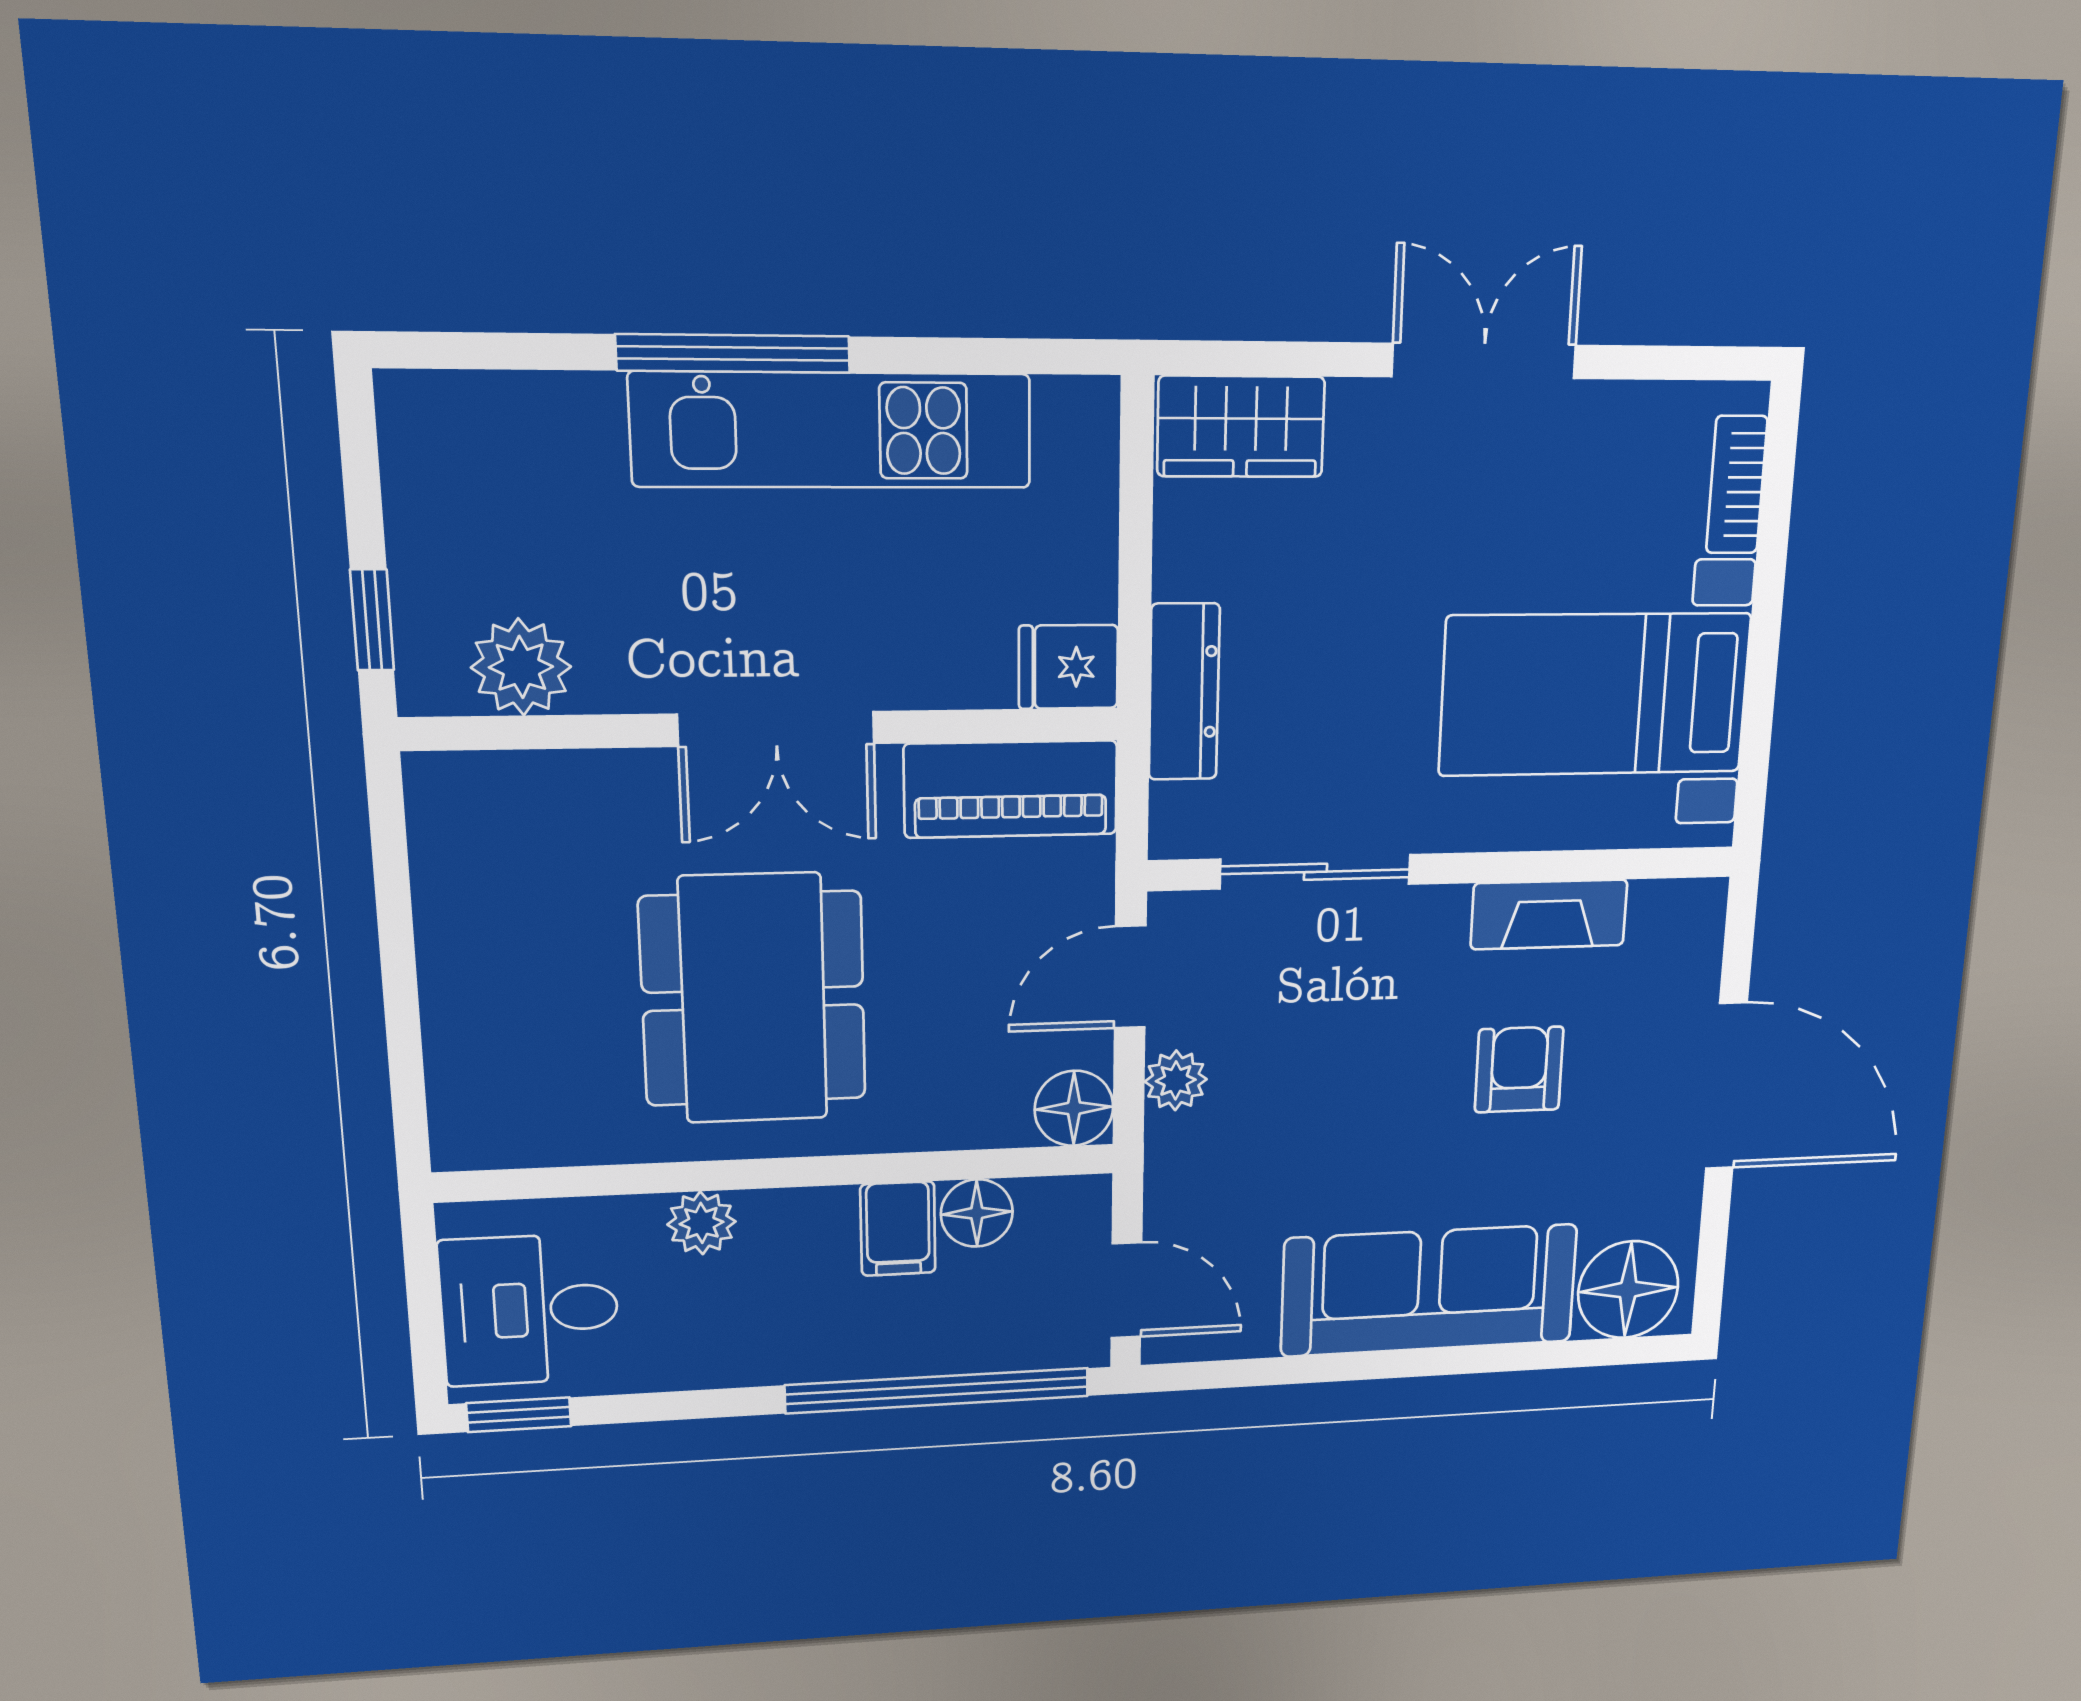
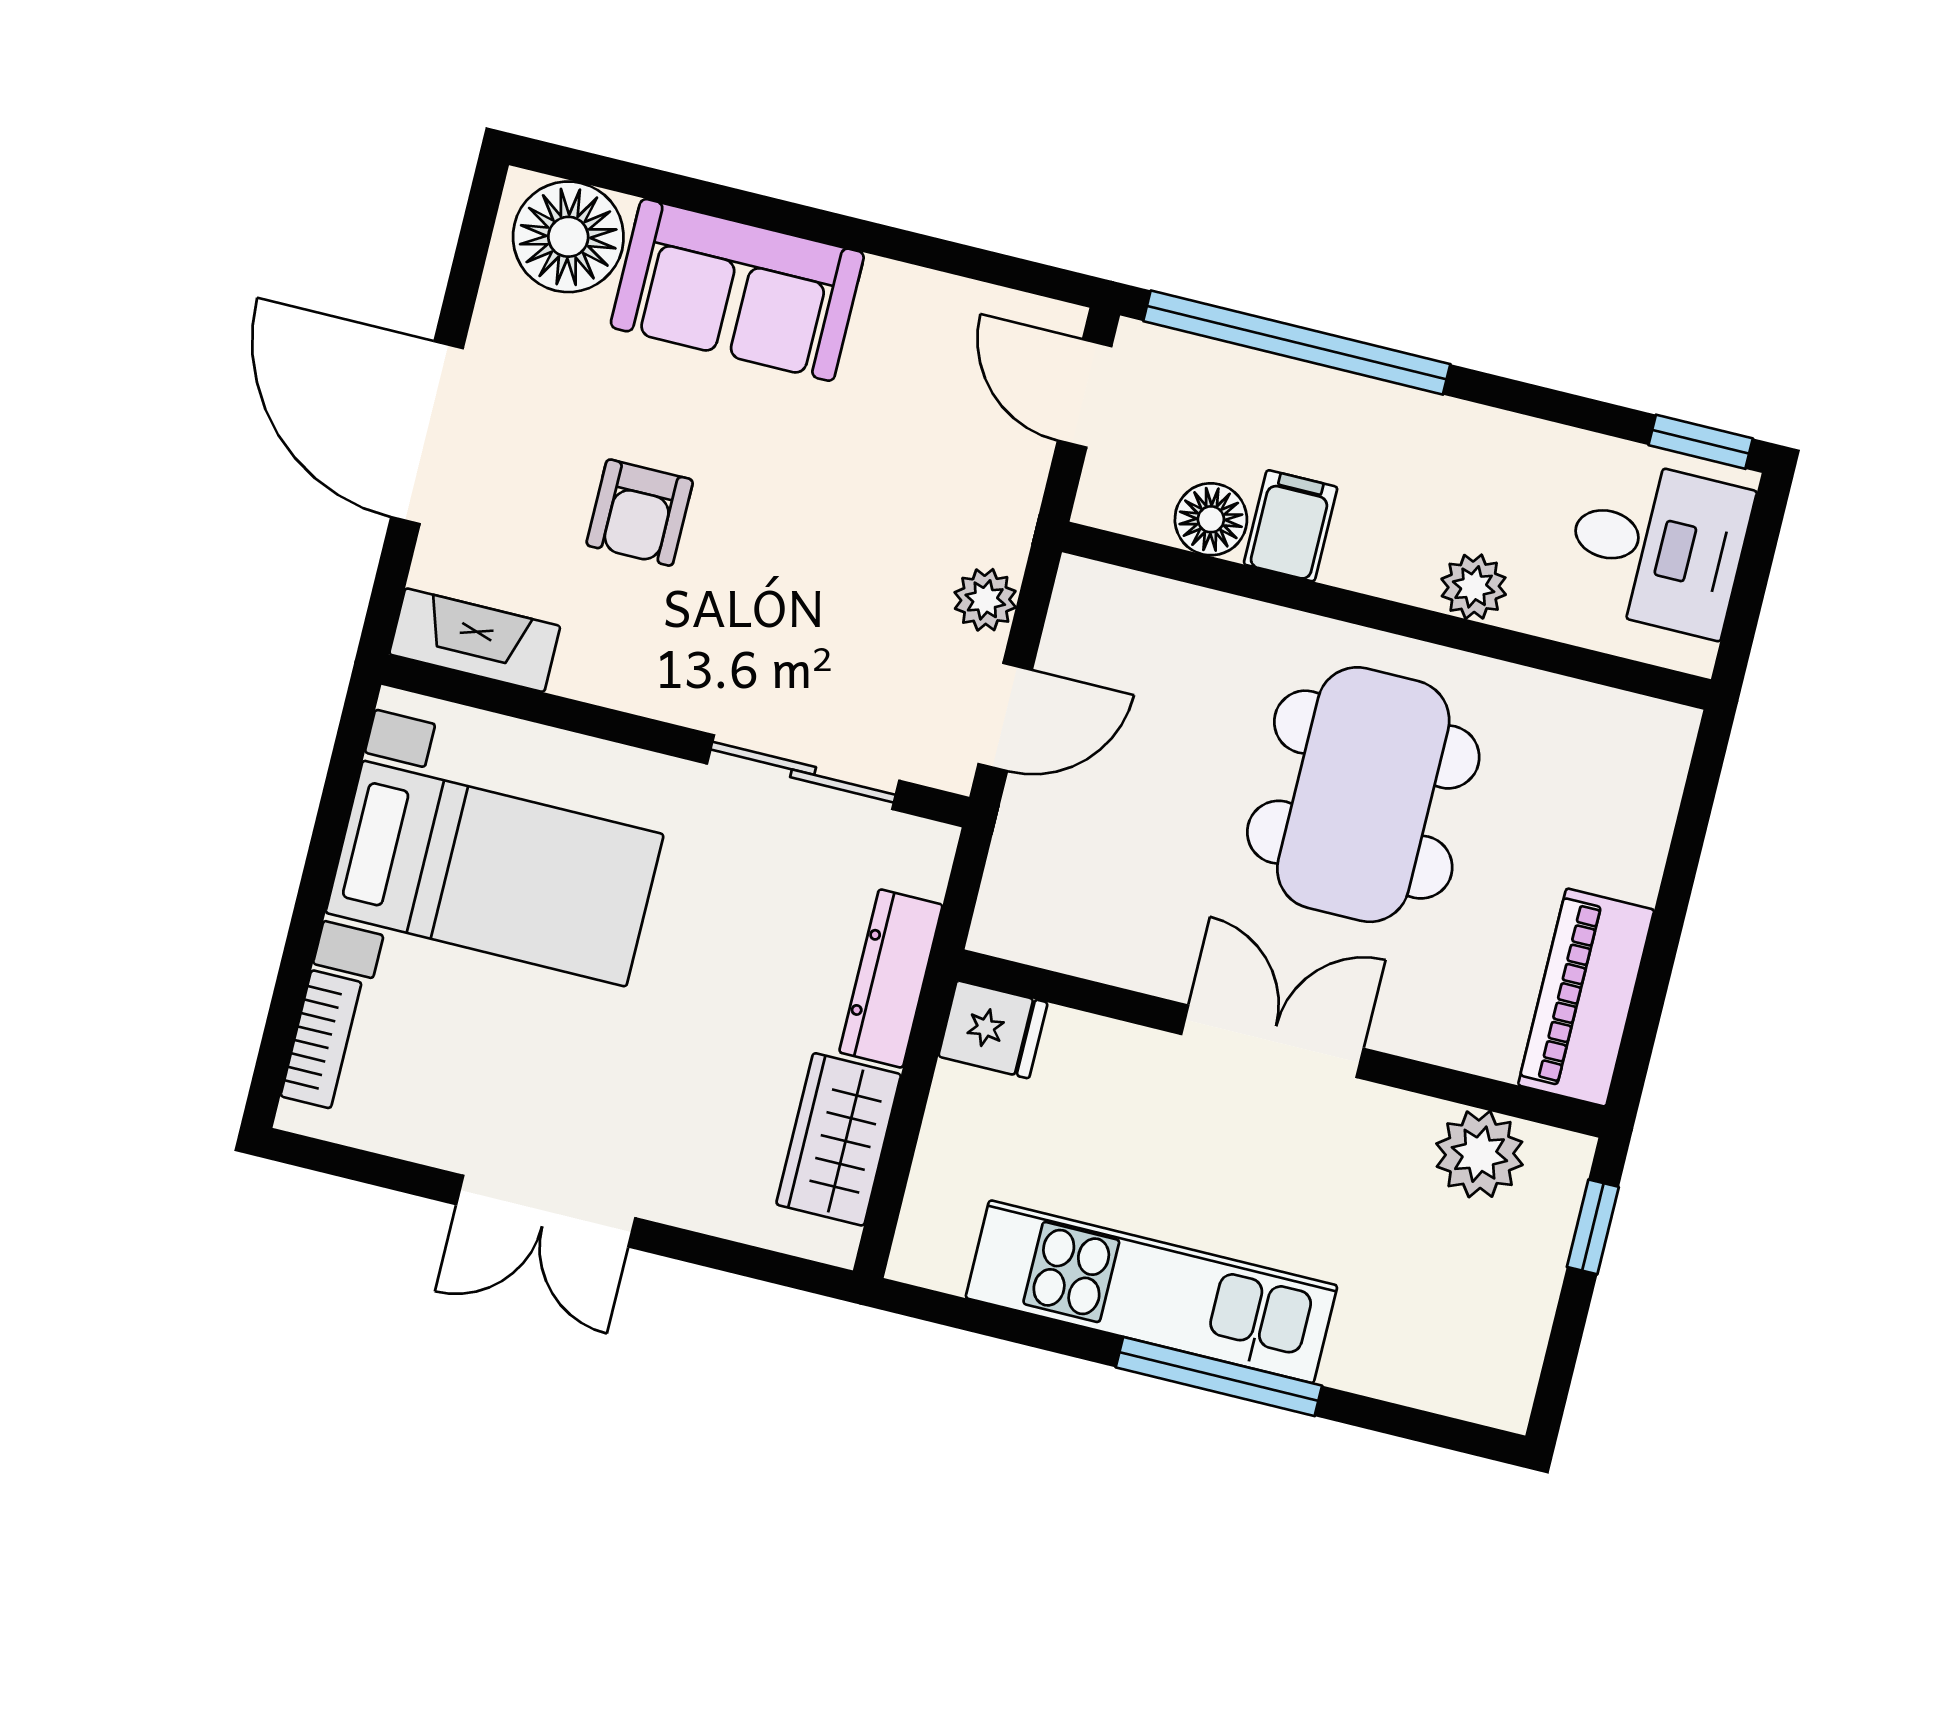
wardrobe: (1241, 427) -> (839, 1139), moved, turned -90
piano: (1011, 789) -> (1586, 998), moved, turned -90
fireplace: (1549, 914) -> (475, 640), moved
floor lamp: (1074, 1108) -> (1091, 600), removed
sofa: (1429, 1290) -> (737, 290), width x0.73

